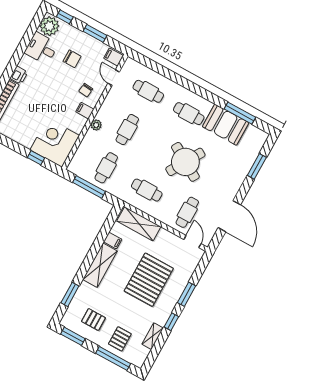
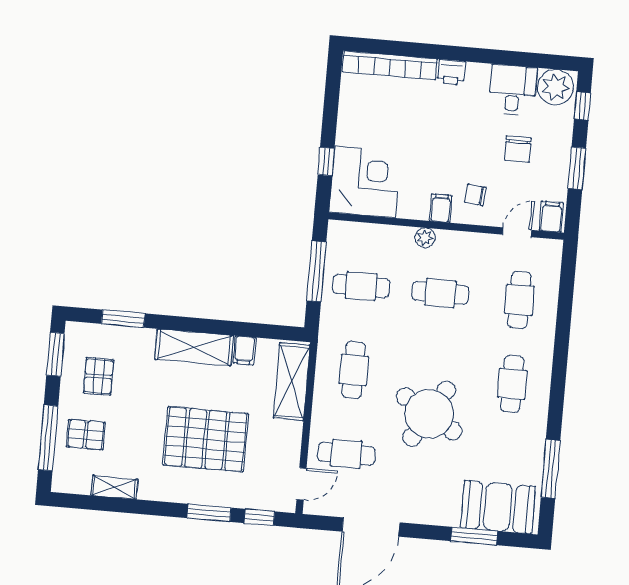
booth: (226, 125) -> (498, 507), moved, turned 90
window: (171, 322) -> (259, 517), moved

